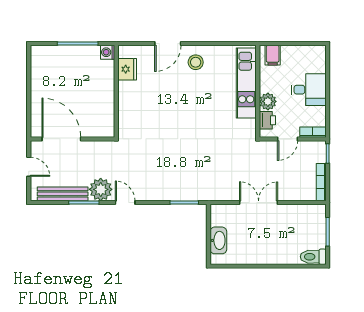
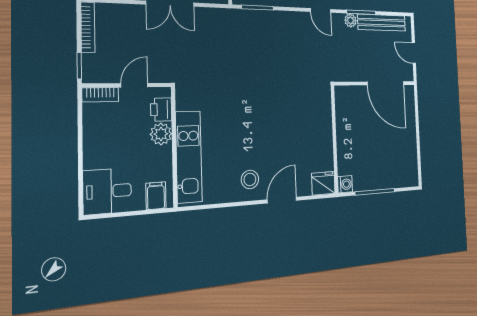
fridge: (127, 69) -> (323, 183), moved, turned 90
desk: (309, 90) -> (107, 191), moved
plant: (101, 189) -> (351, 20), width x0.53, depth x0.53

